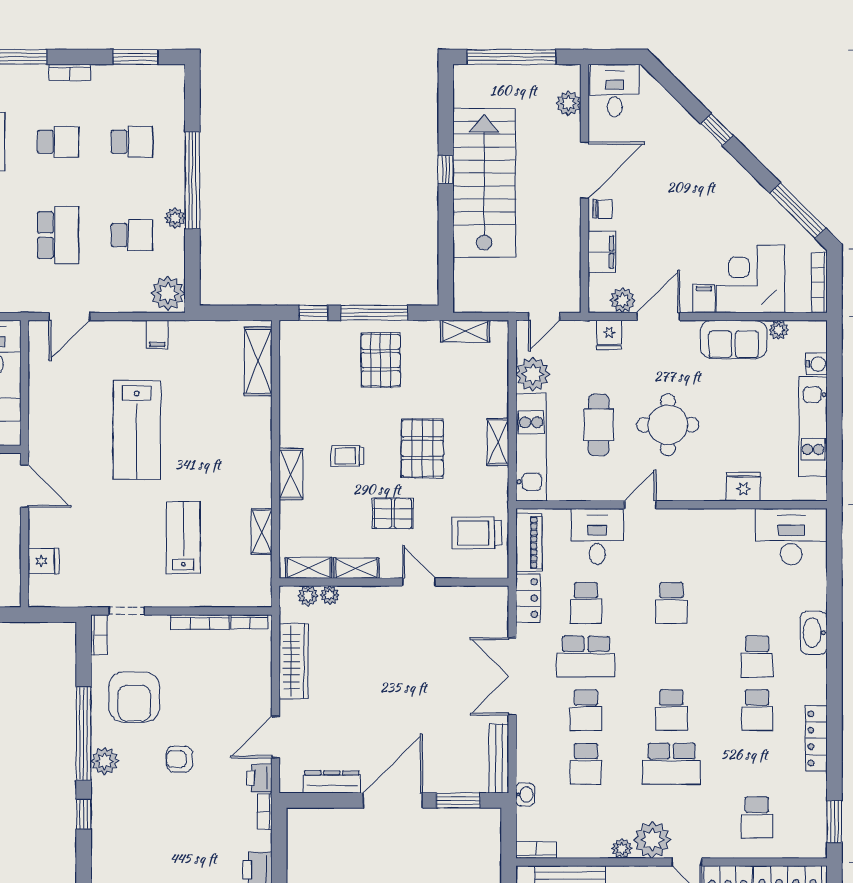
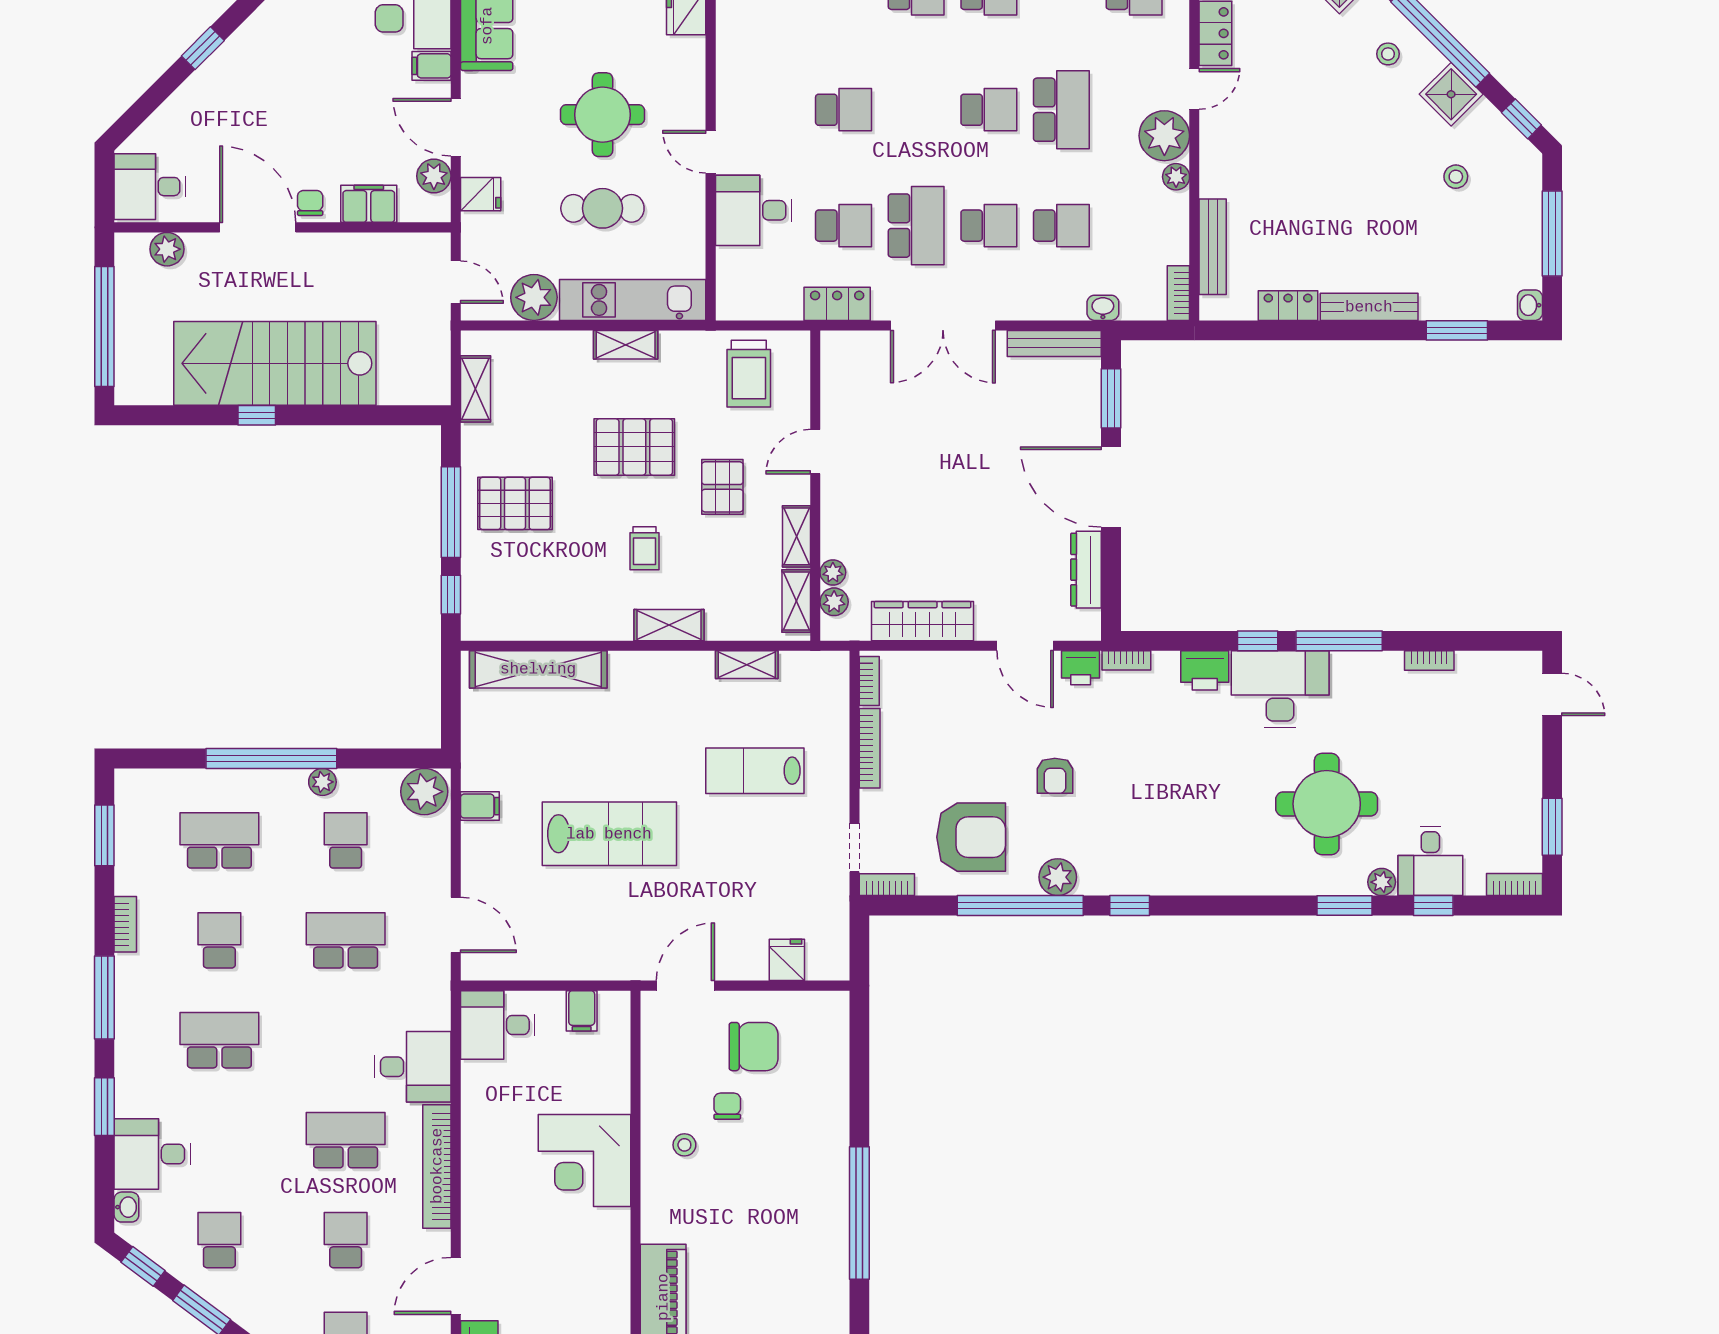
school desk: (132, 142) -> (219, 840), width x1.85
shelving: (258, 361) -> (538, 669), width x1.47
piano: (529, 542) -> (762, 303), removed

